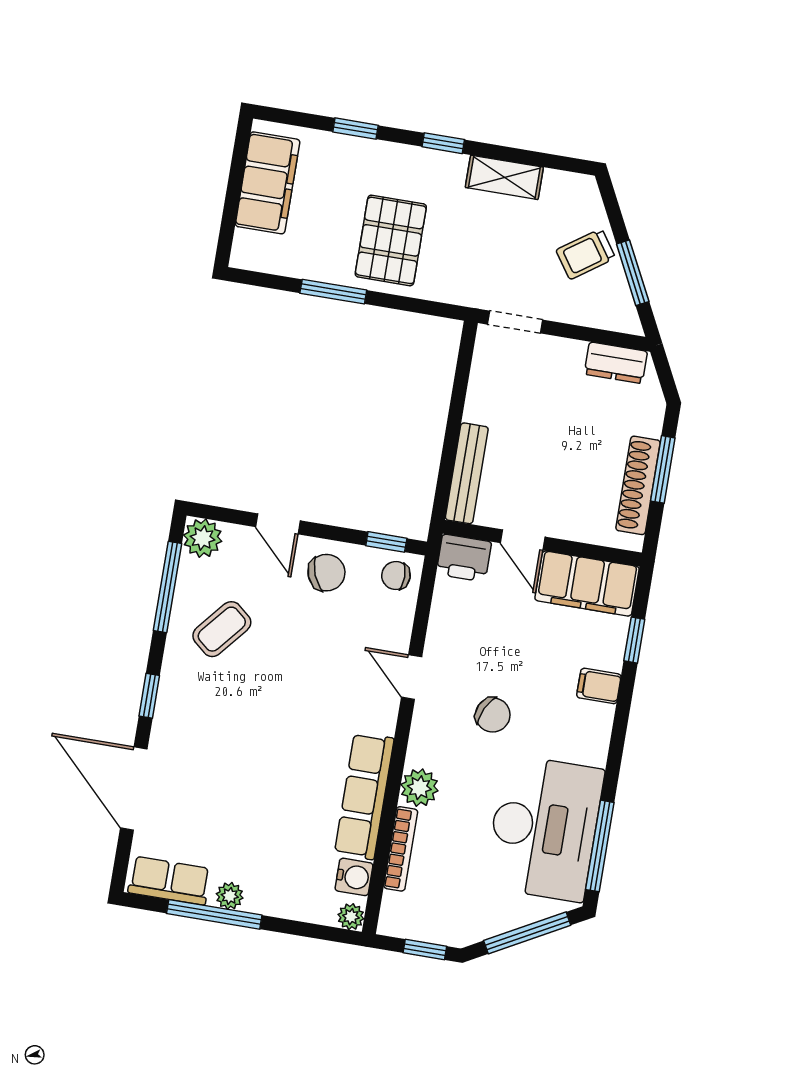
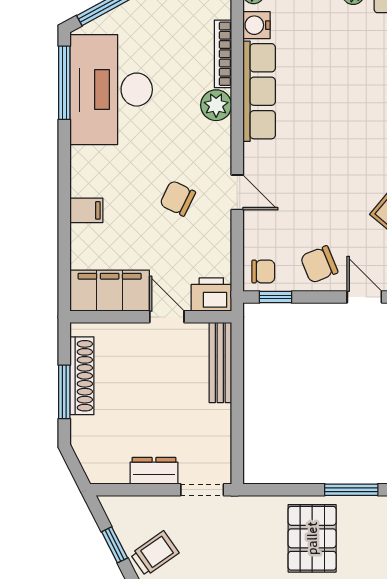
window: (633, 273) -> (115, 545), width x0.67
dresser: (616, 363) -> (154, 471), moved
window: (634, 640) -> (64, 252), removed
chair: (493, 715) -> (178, 198), moved

